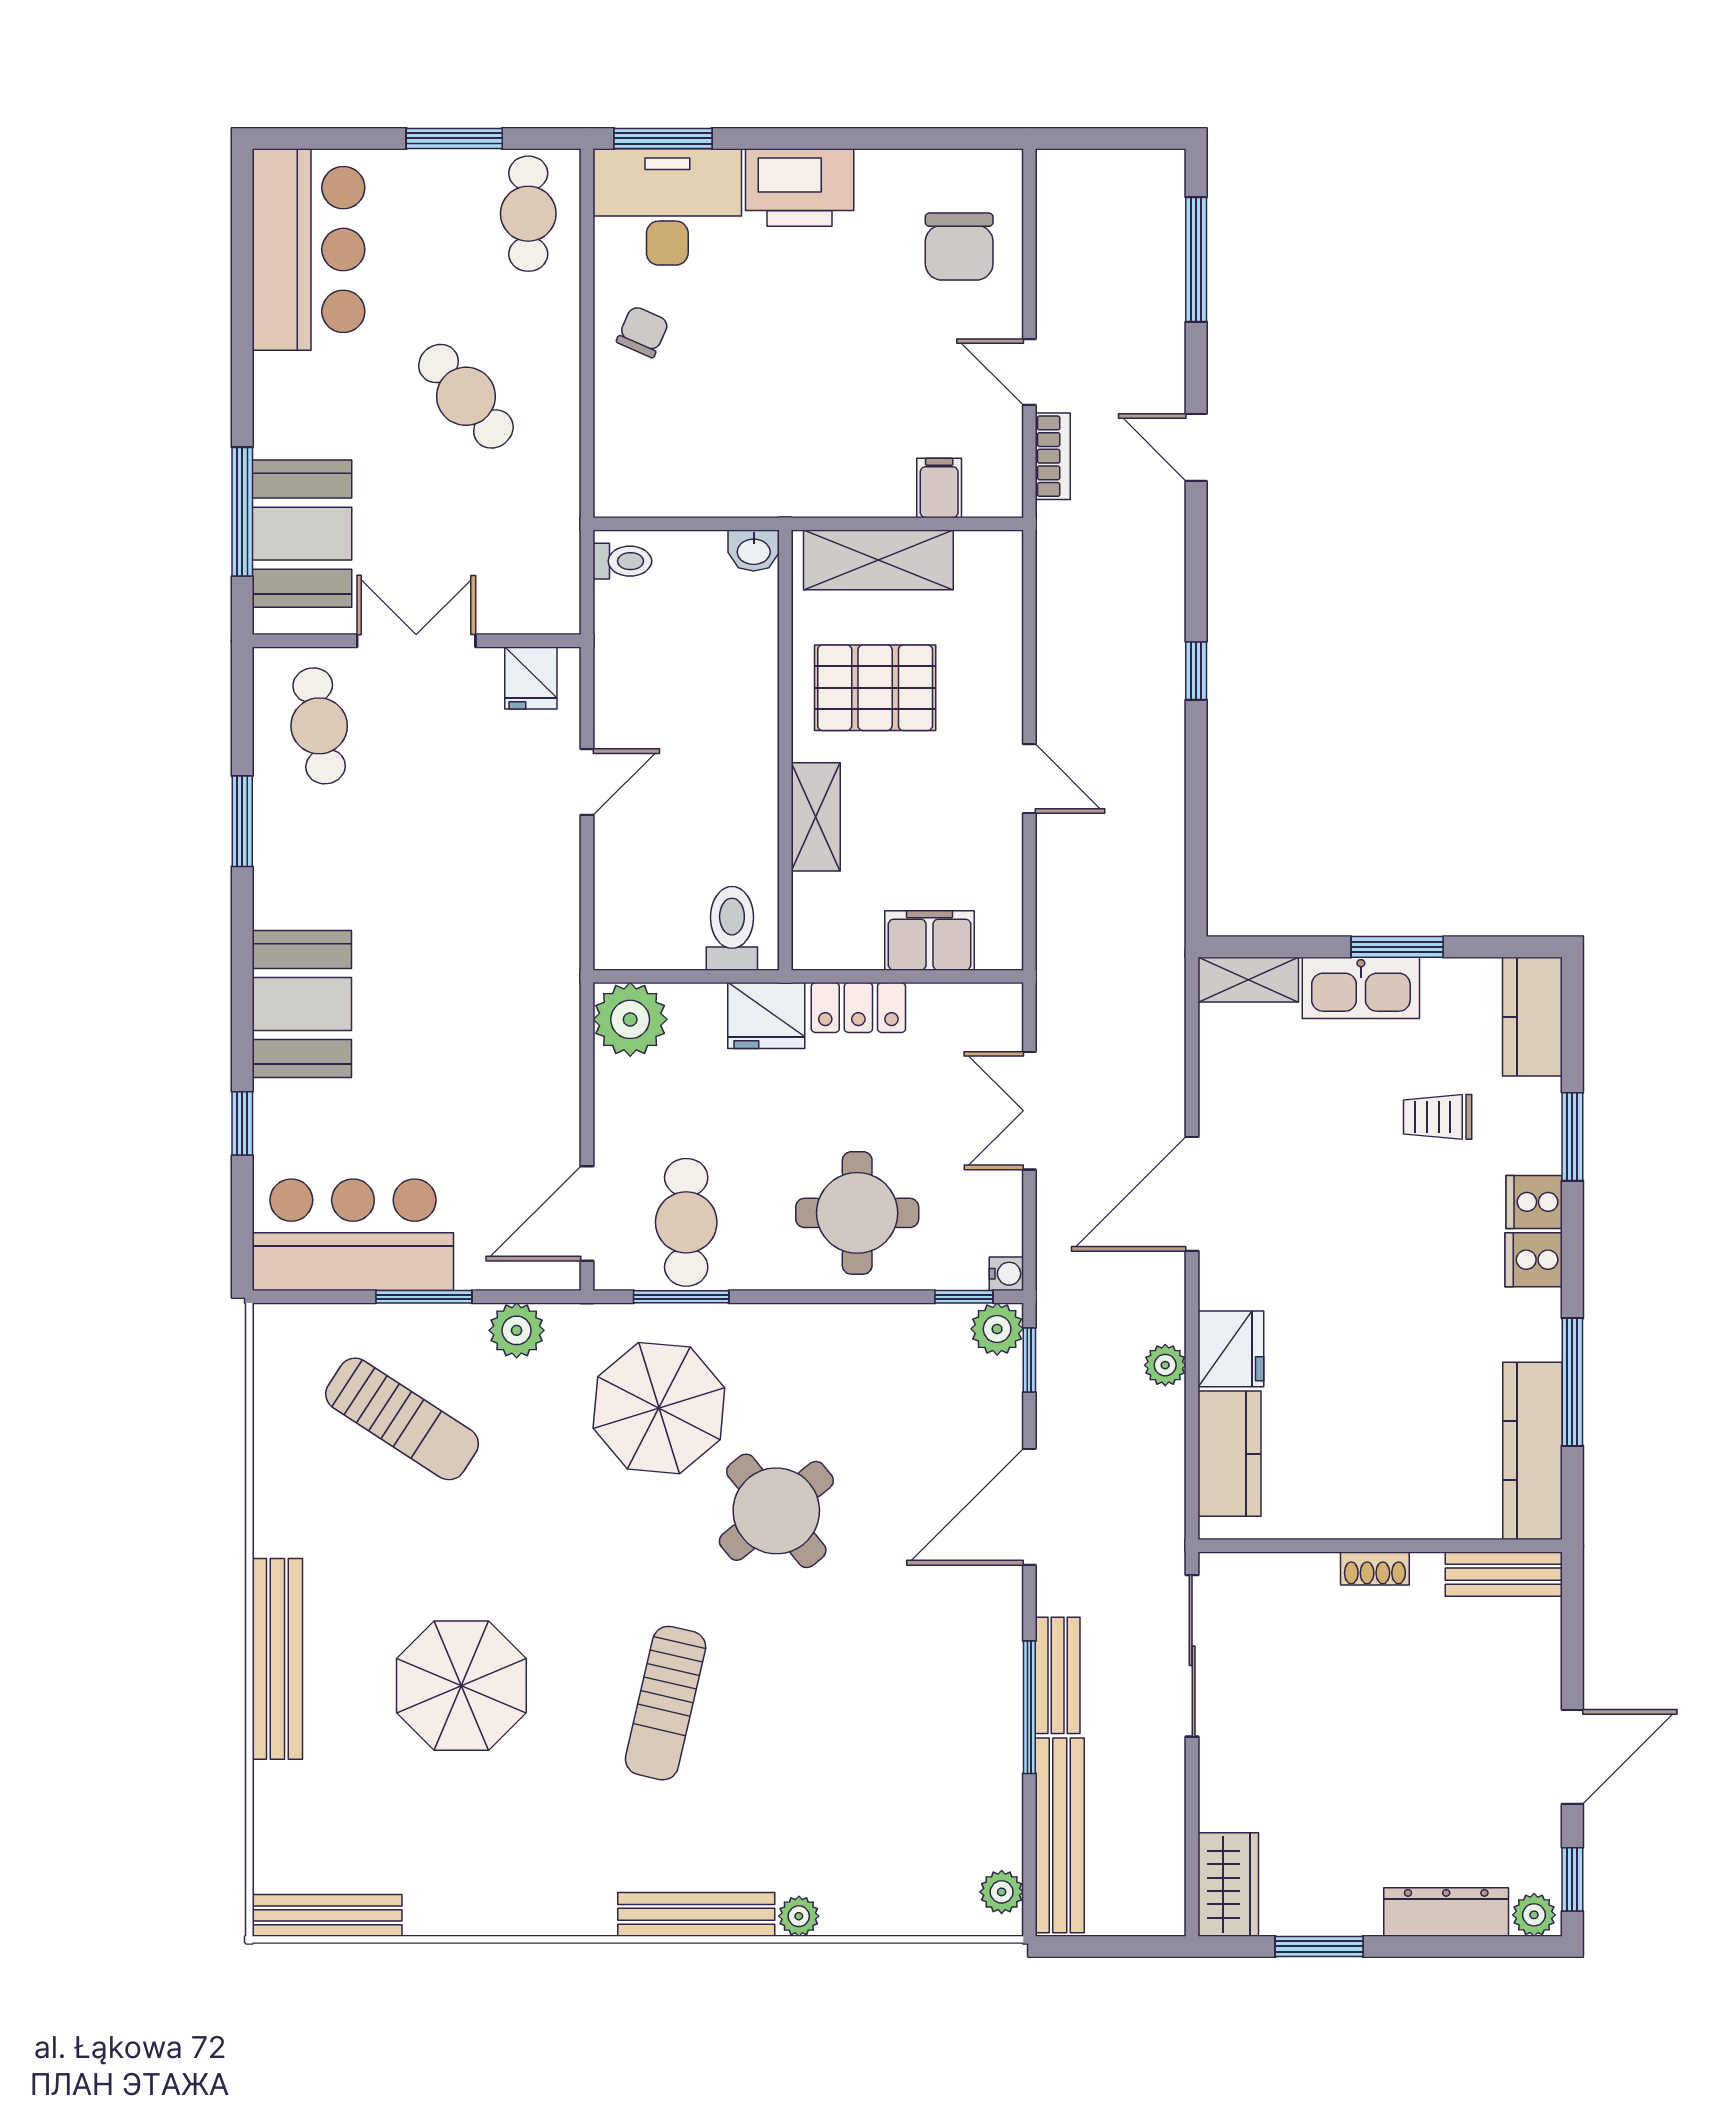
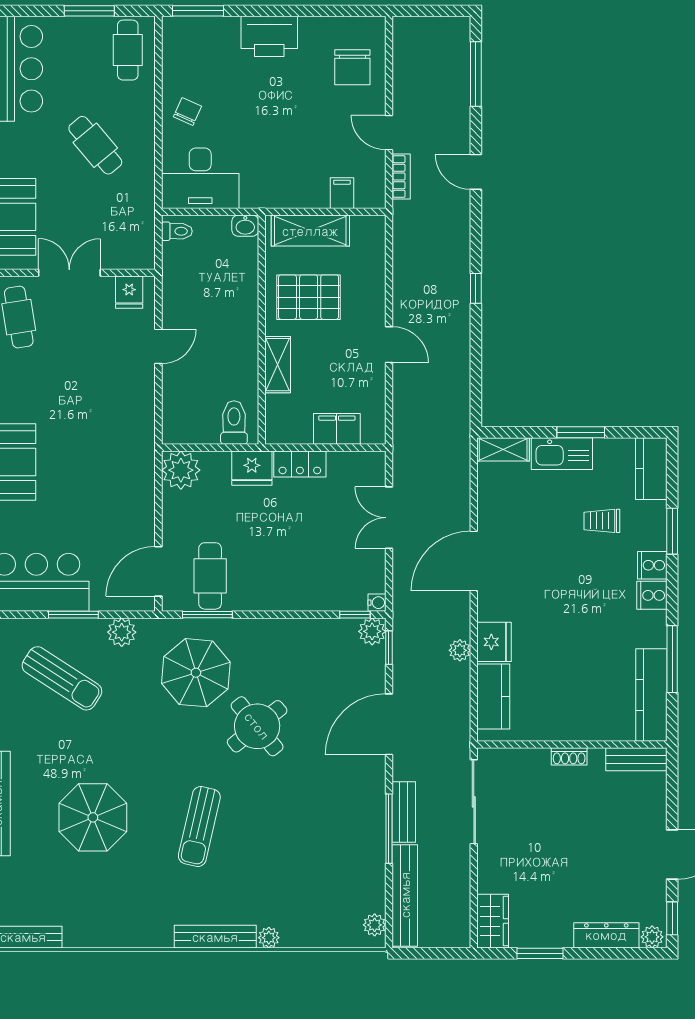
desk: (667, 207) -> (200, 178), moved, turned 180
round table: (857, 1213) -> (299, 571), removed

